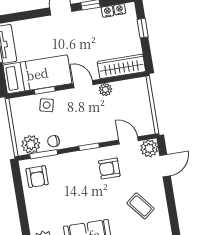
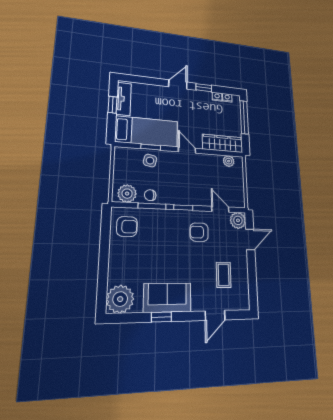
window: (143, 28) -> (244, 117), width x2.17
plant: (105, 90) -> (229, 161), moved
window: (44, 154) -> (152, 206), moved
armchair: (37, 177) -> (127, 227), turned -90
coffee table: (141, 206) -> (224, 275), turned 39

